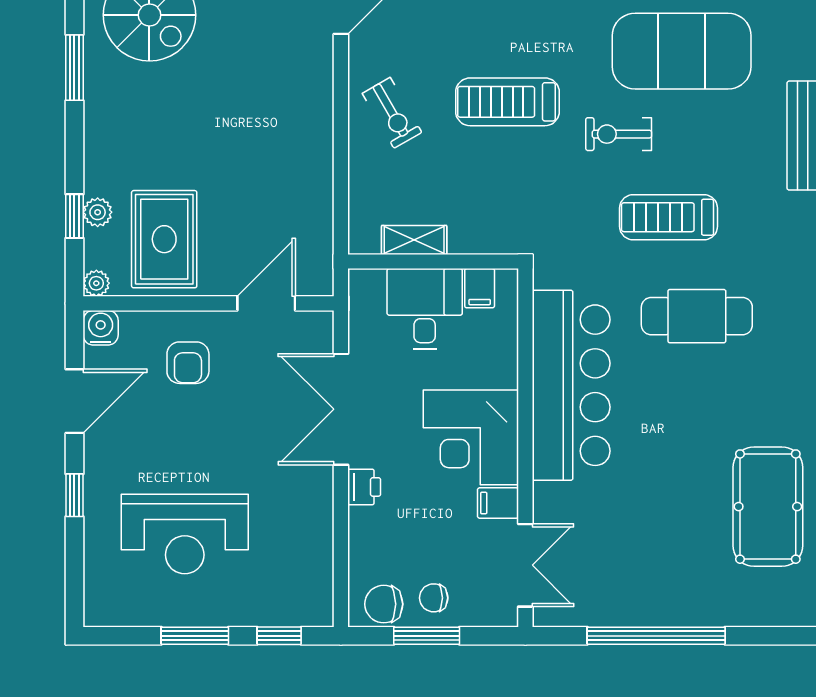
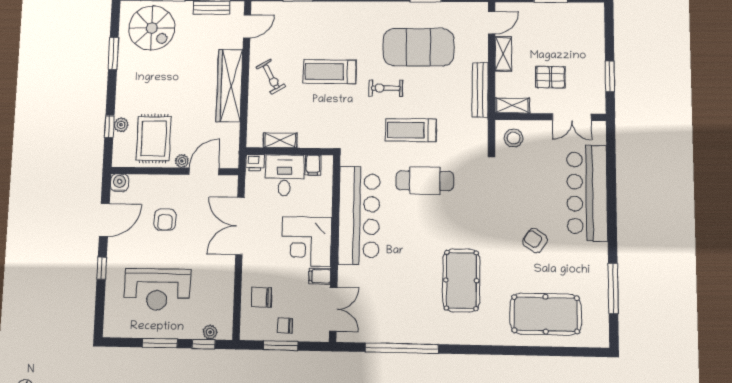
wardrobe: (310, 131) -> (229, 86), added
plant: (96, 283) -> (182, 161), moved
armchair: (188, 363) -> (165, 220), moved
printer: (364, 487) -> (255, 163), moved, turned 90
chair: (384, 604) -> (261, 297), moved
plant: (291, 613) -> (210, 332), added

